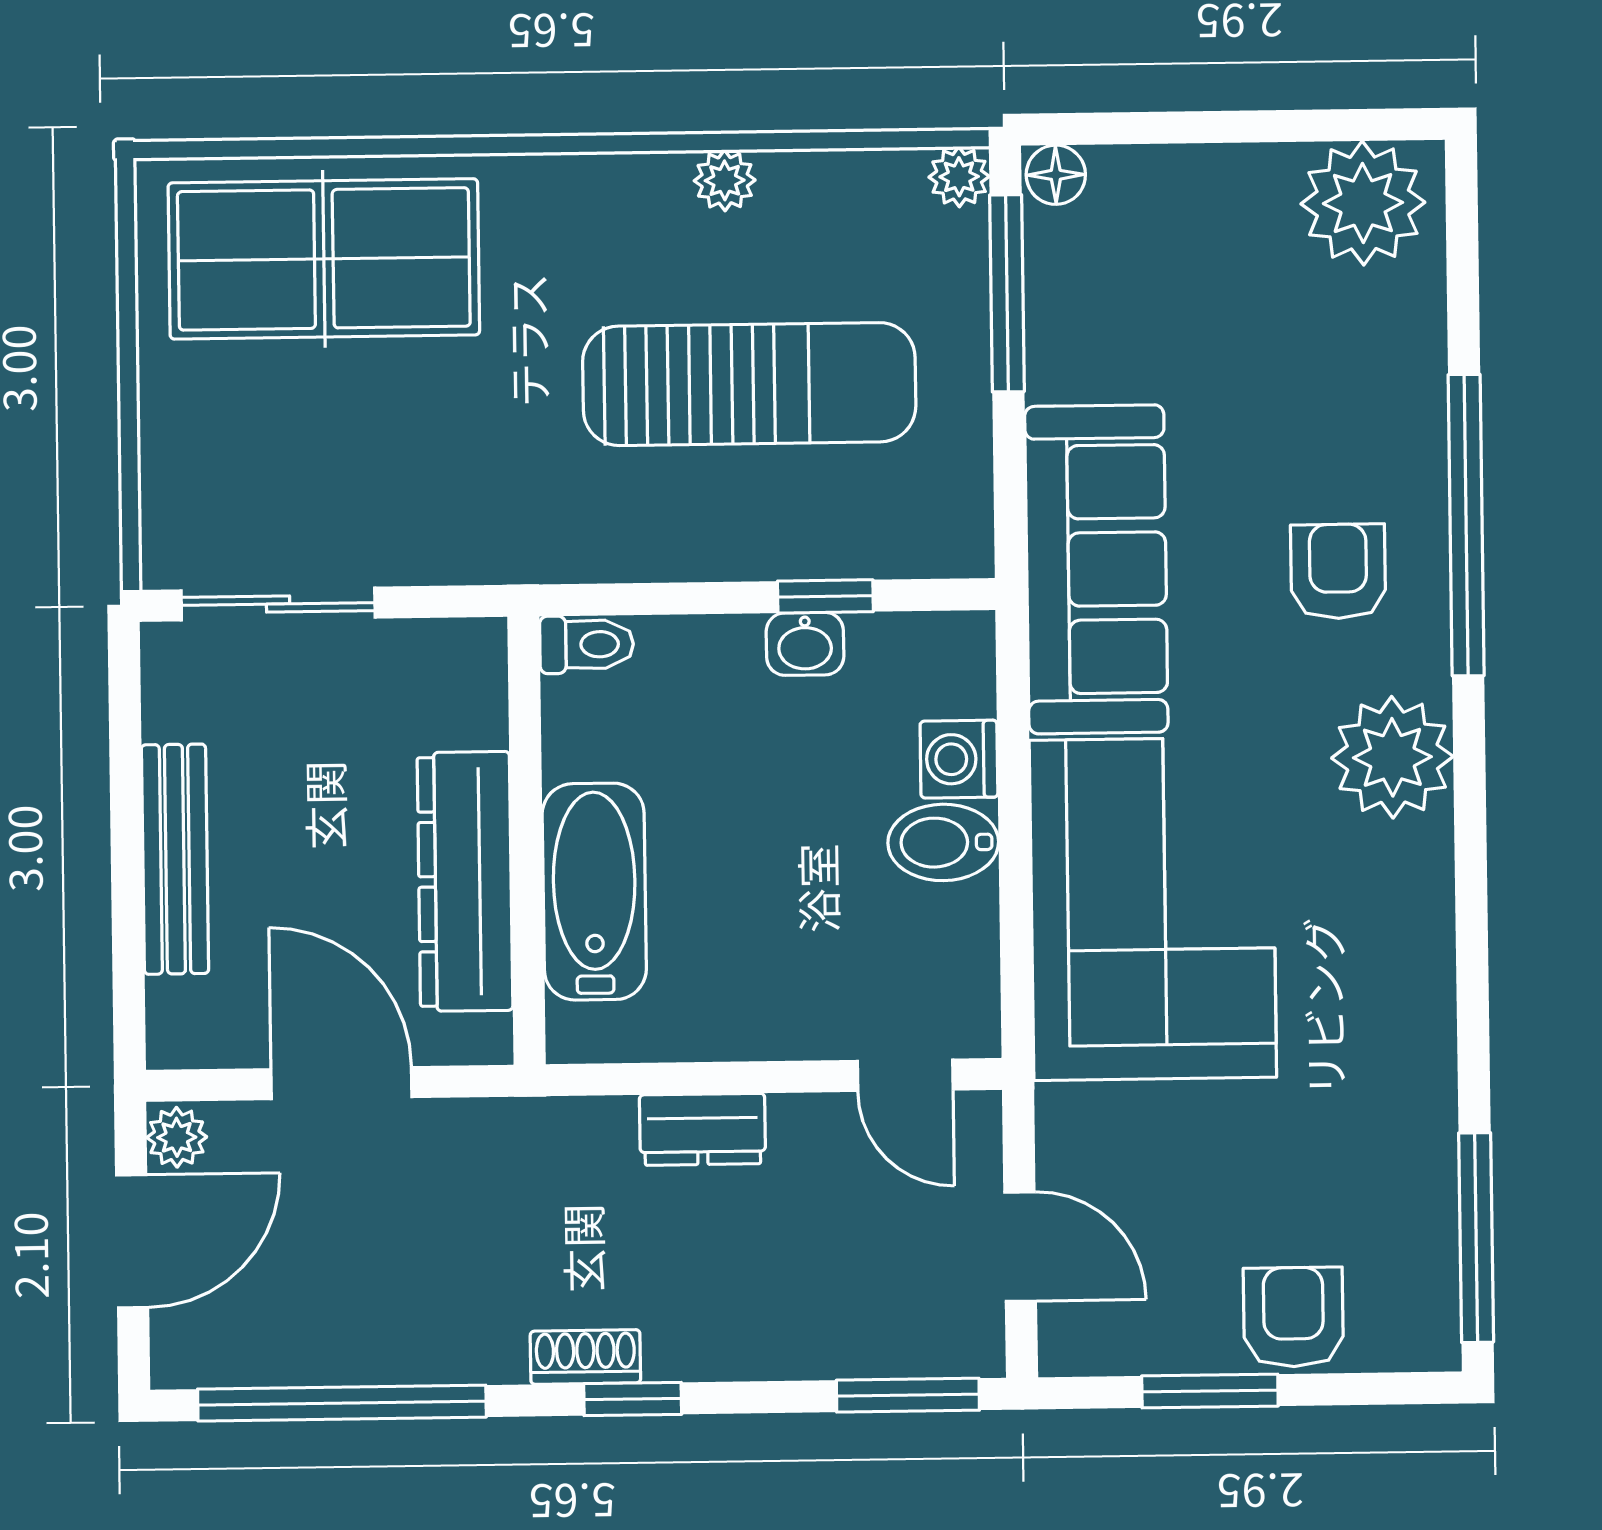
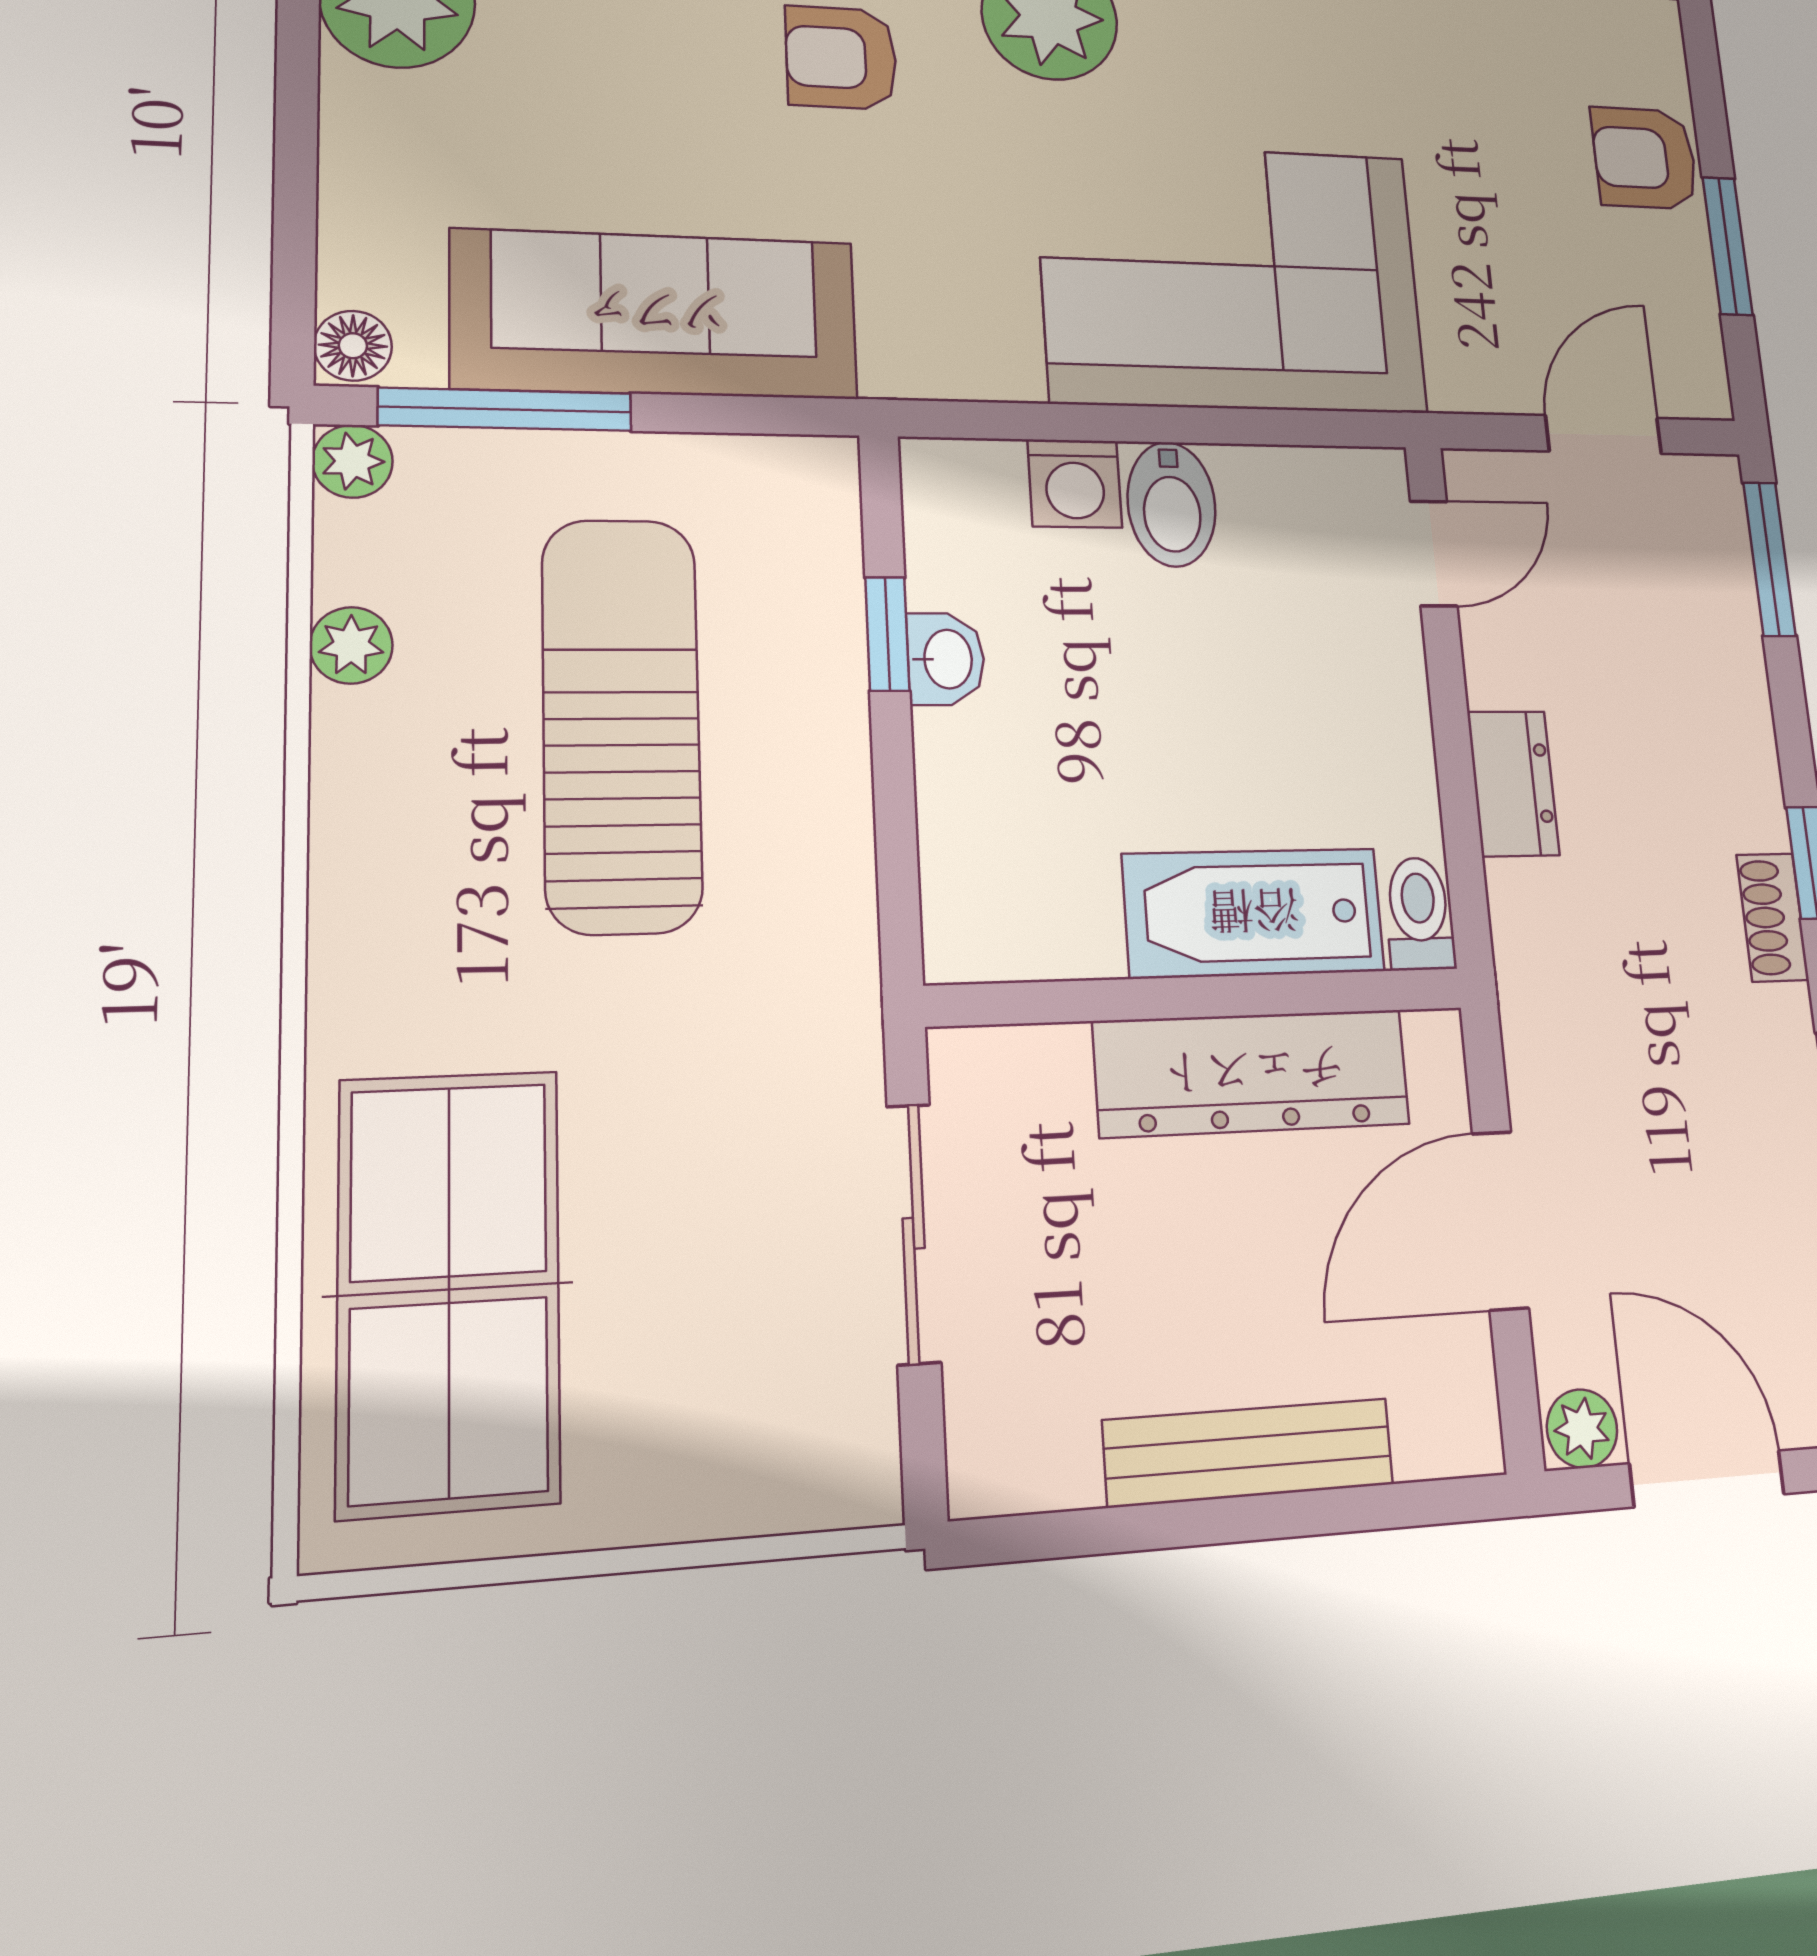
plant: (725, 180) -> (351, 645), moved
sofa: (1096, 569) -> (656, 314), moved
sliding door: (278, 604) -> (914, 1233), moved
toilet: (587, 644) -> (1419, 914), moved

